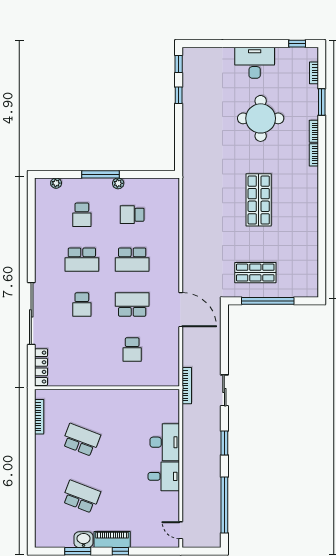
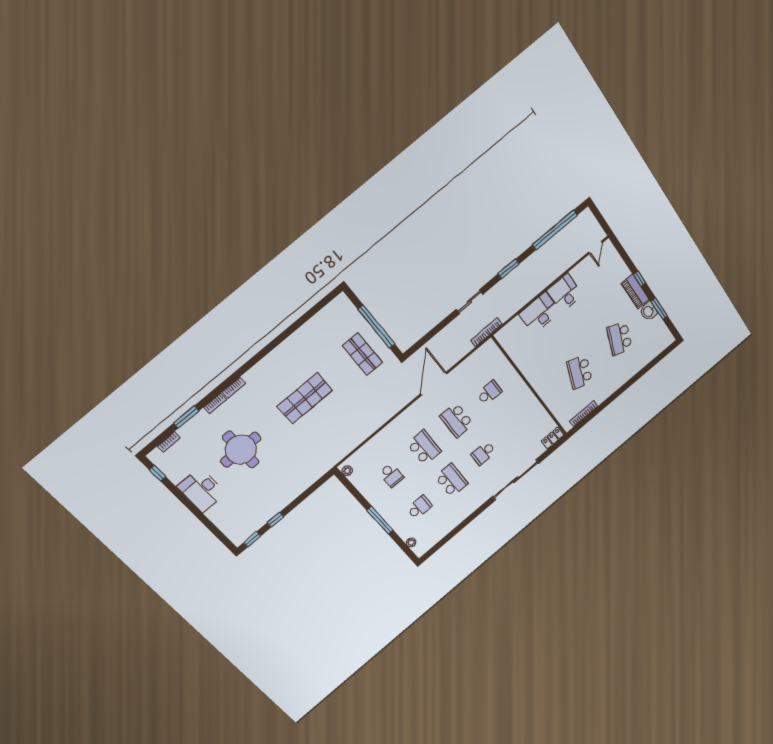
plant: (118, 183) -> (347, 471), moved
school desk: (82, 305) -> (483, 453), turned 180
locker: (41, 367) -> (553, 438), width x0.66

